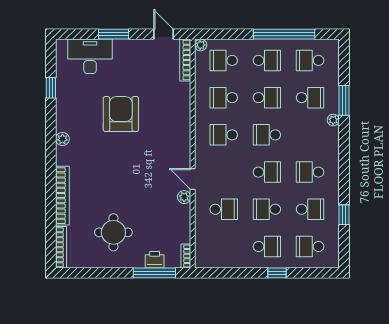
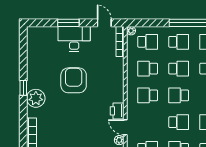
desk: (90, 56) -> (74, 39), moved
school desk: (224, 60) -> (148, 42), turned 180
window: (51, 88) -> (23, 88), moved
plant: (62, 139) -> (36, 98), width x1.87, depth x1.87
printer: (181, 157) -> (117, 111), added

